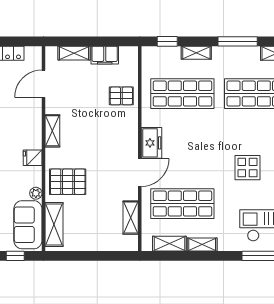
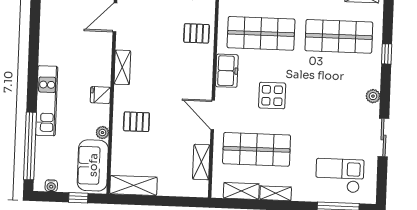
freezer: (151, 143) -> (227, 71), moved
display table: (247, 168) -> (272, 96), moved
door: (140, 172) -> (213, 115), swing flipped
pallet: (68, 182) -> (136, 122), width x0.67, depth x0.71
shelving: (54, 225) -> (133, 185), moved, turned 90

